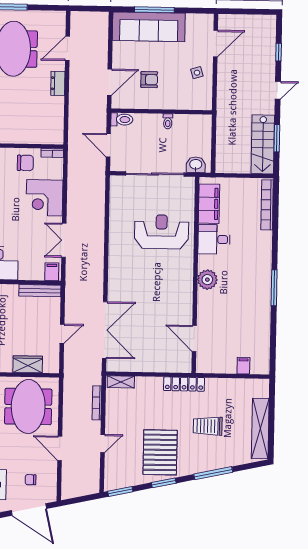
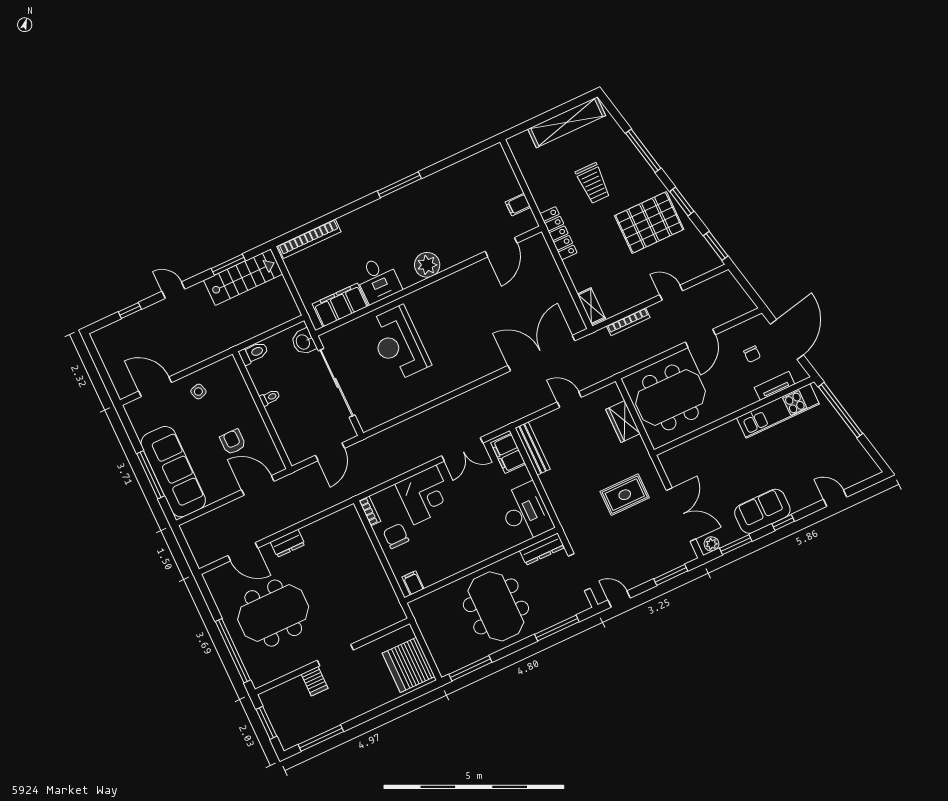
toilet: (122, 120) -> (254, 353), moved, turned 90
filing cabinet: (52, 272) -> (508, 453), width x2.00
filing cabinet: (243, 366) -> (518, 205), moved

